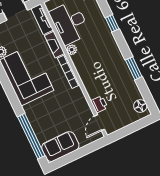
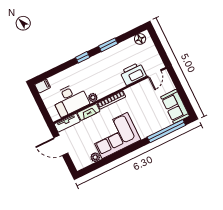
window: (112, 23) -> (83, 57), moved
printer: (99, 104) -> (133, 74), width x1.87, depth x1.48
door: (99, 123) -> (154, 73), hinge flipped

